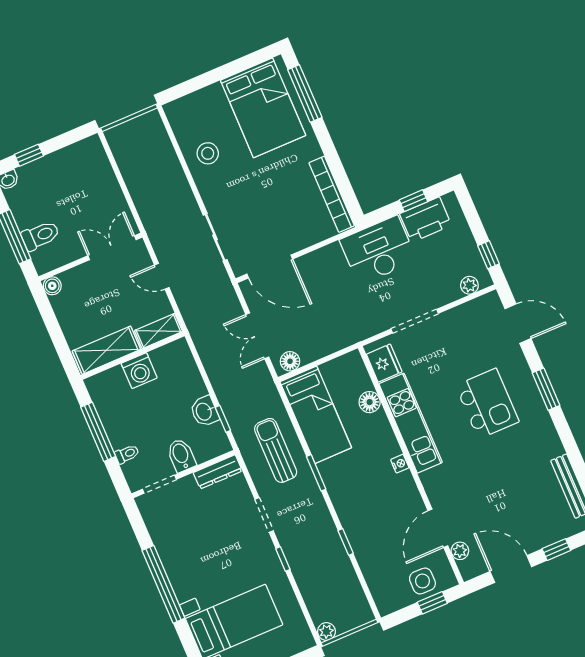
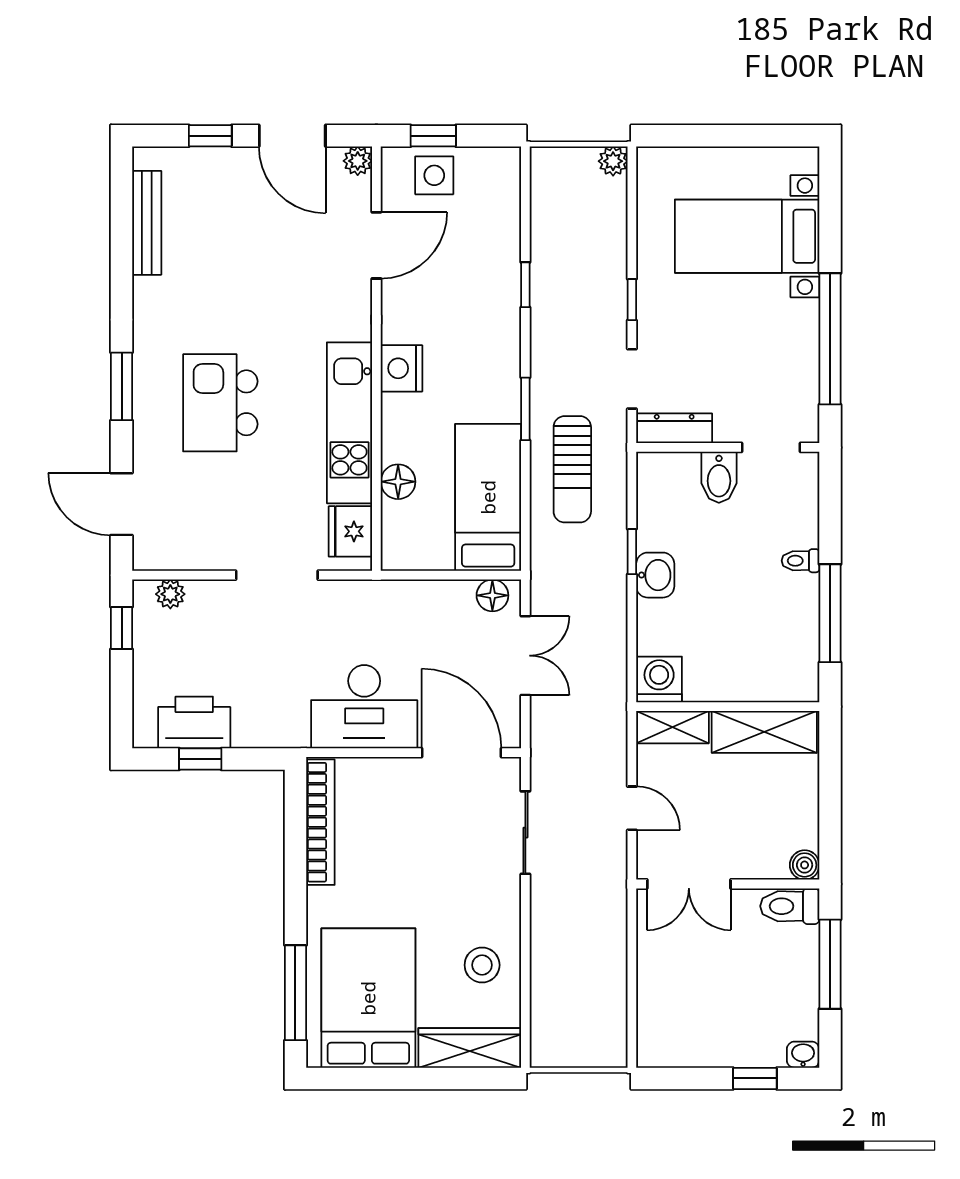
wardrobe: (195, 104) -> (470, 1048), added
toilet: (40, 236) -> (790, 906), moved
desk: (378, 250) -> (364, 707), moved
washing machine: (139, 371) -> (659, 679), moved
bidet: (181, 455) -> (719, 477), moved
nightstand: (400, 464) -> (401, 368), width x1.89, depth x1.79
dresser: (218, 472) -> (674, 428), moved
wall: (183, 474) -> (728, 447), moved
doorway: (159, 484) -> (771, 447), moved
plant: (460, 551) -> (358, 161), moved

